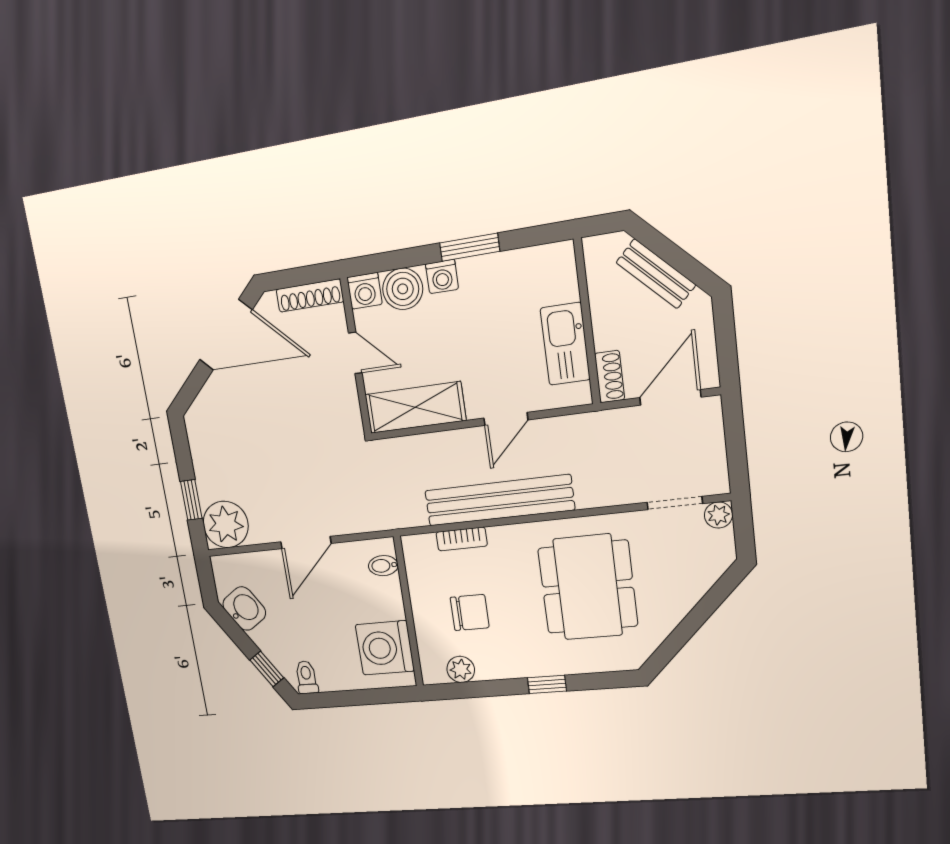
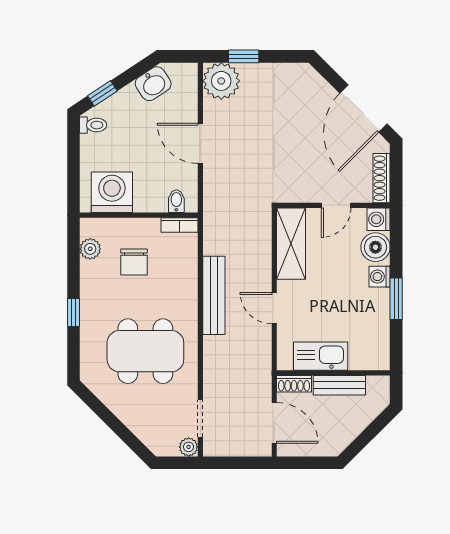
bench: (656, 274) -> (339, 385), moved, turned 45
bench: (499, 500) -> (214, 295), width x0.73, depth x0.82
bookcase: (462, 539) -> (180, 225), moved, turned -90

